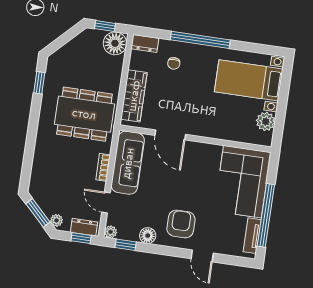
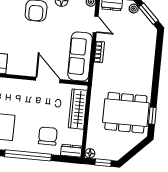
floor lamp: (115, 43) -> (90, 153), width x0.53, depth x0.53
chair: (174, 63) -> (48, 136), width x1.87, depth x1.87
dining table: (84, 114) -> (126, 113), moved

